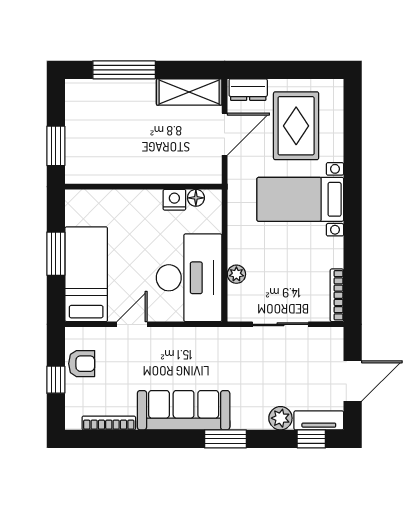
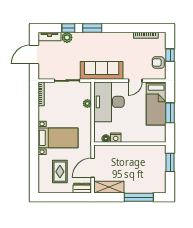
rug: (296, 126) -> (60, 172), width x0.73, depth x0.70
sofa: (184, 410) -> (102, 70), moved, turned 180
window: (311, 439) -> (68, 28), moved

